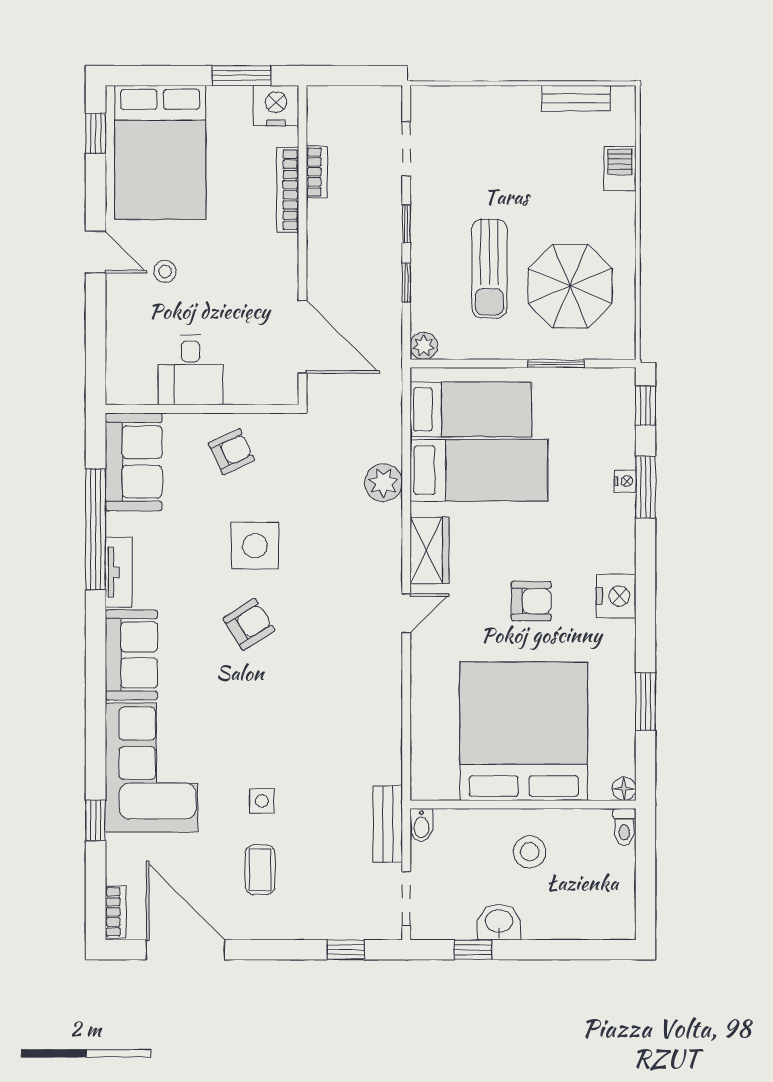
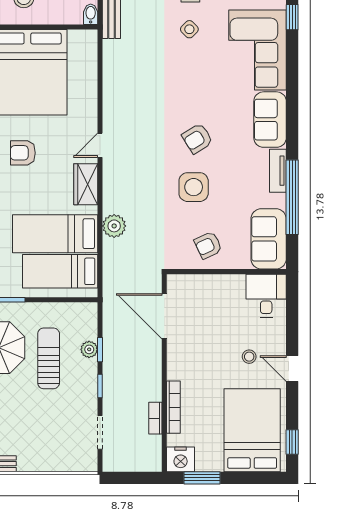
plant: (424, 346) -> (89, 349), moved
desk: (191, 370) -> (266, 296), moved
side table: (262, 801) -> (189, 29), turned 45

